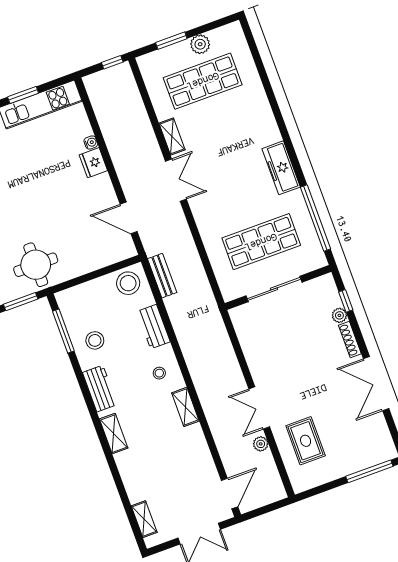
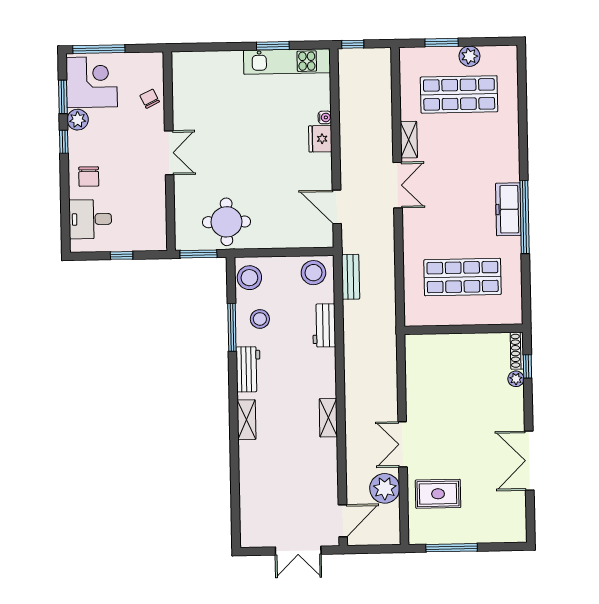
window: (112, 62) -> (353, 44), moved
window: (315, 218) -> (525, 217), moved
sliding door: (274, 289) -> (459, 329), removed
window: (63, 331) -> (232, 327), moved
shoe rack: (350, 340) -> (517, 351), moved
stool: (159, 373) -> (249, 278), moved, width x1.89, depth x1.89
rug: (306, 441) -> (438, 494), turned 90
plant: (261, 444) -> (385, 488), width x1.88, depth x1.88
window: (369, 471) -> (452, 548), moved
shelving: (144, 519) -> (248, 517), removed

